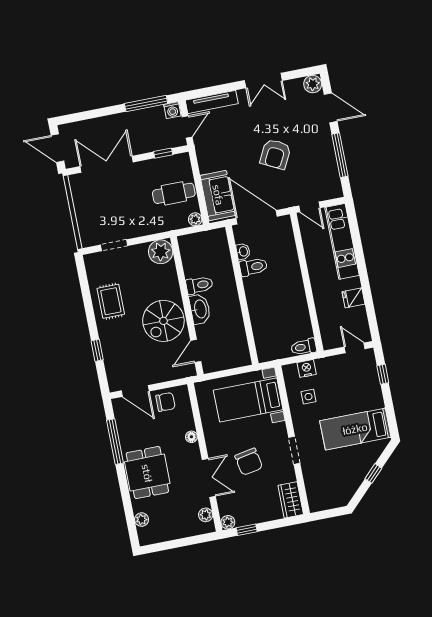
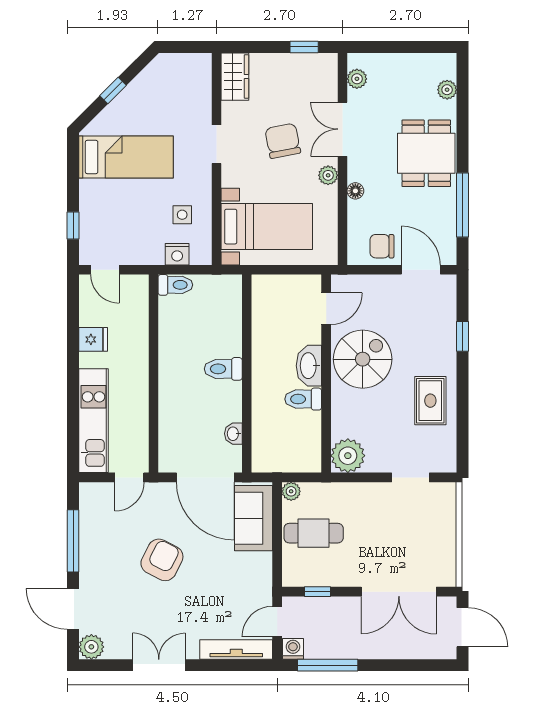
door: (309, 207) -> (129, 477), swing flipped
toilet: (253, 267) -> (223, 369), moved
plant: (228, 522) -> (328, 175), moved

